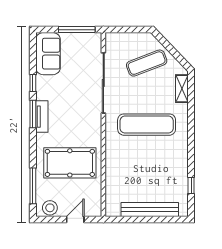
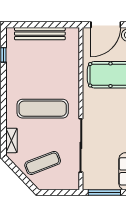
door: (75, 220) -> (106, 25), width x1.88

